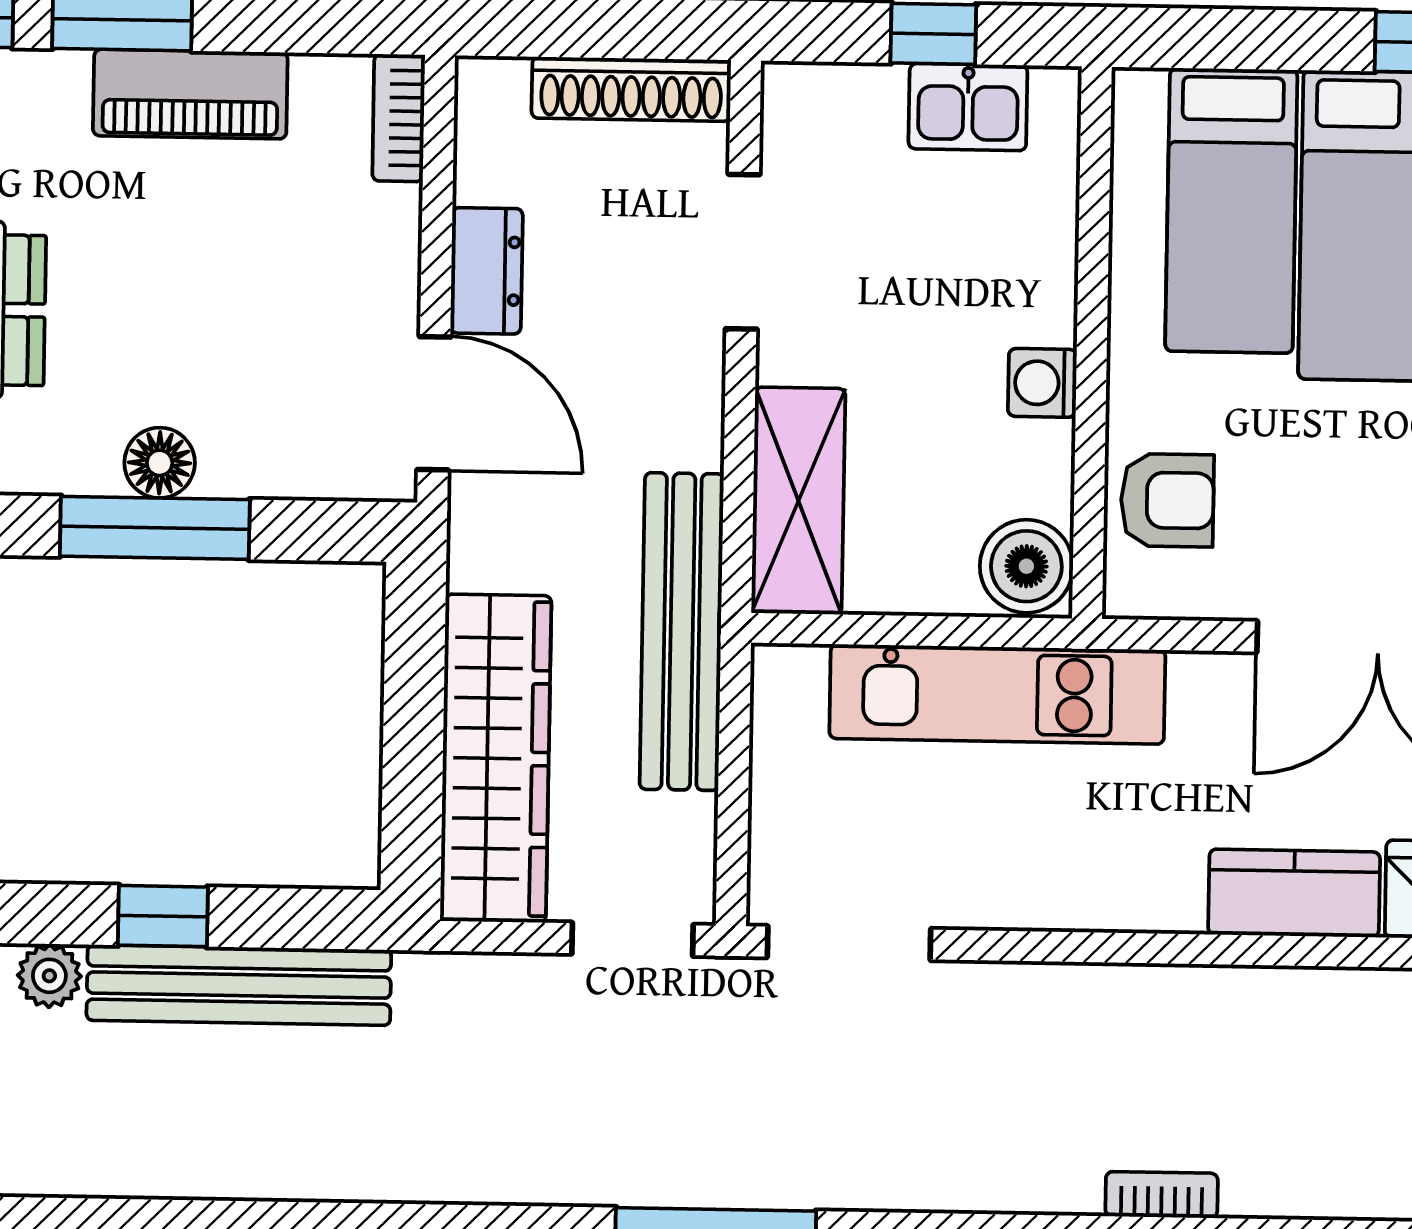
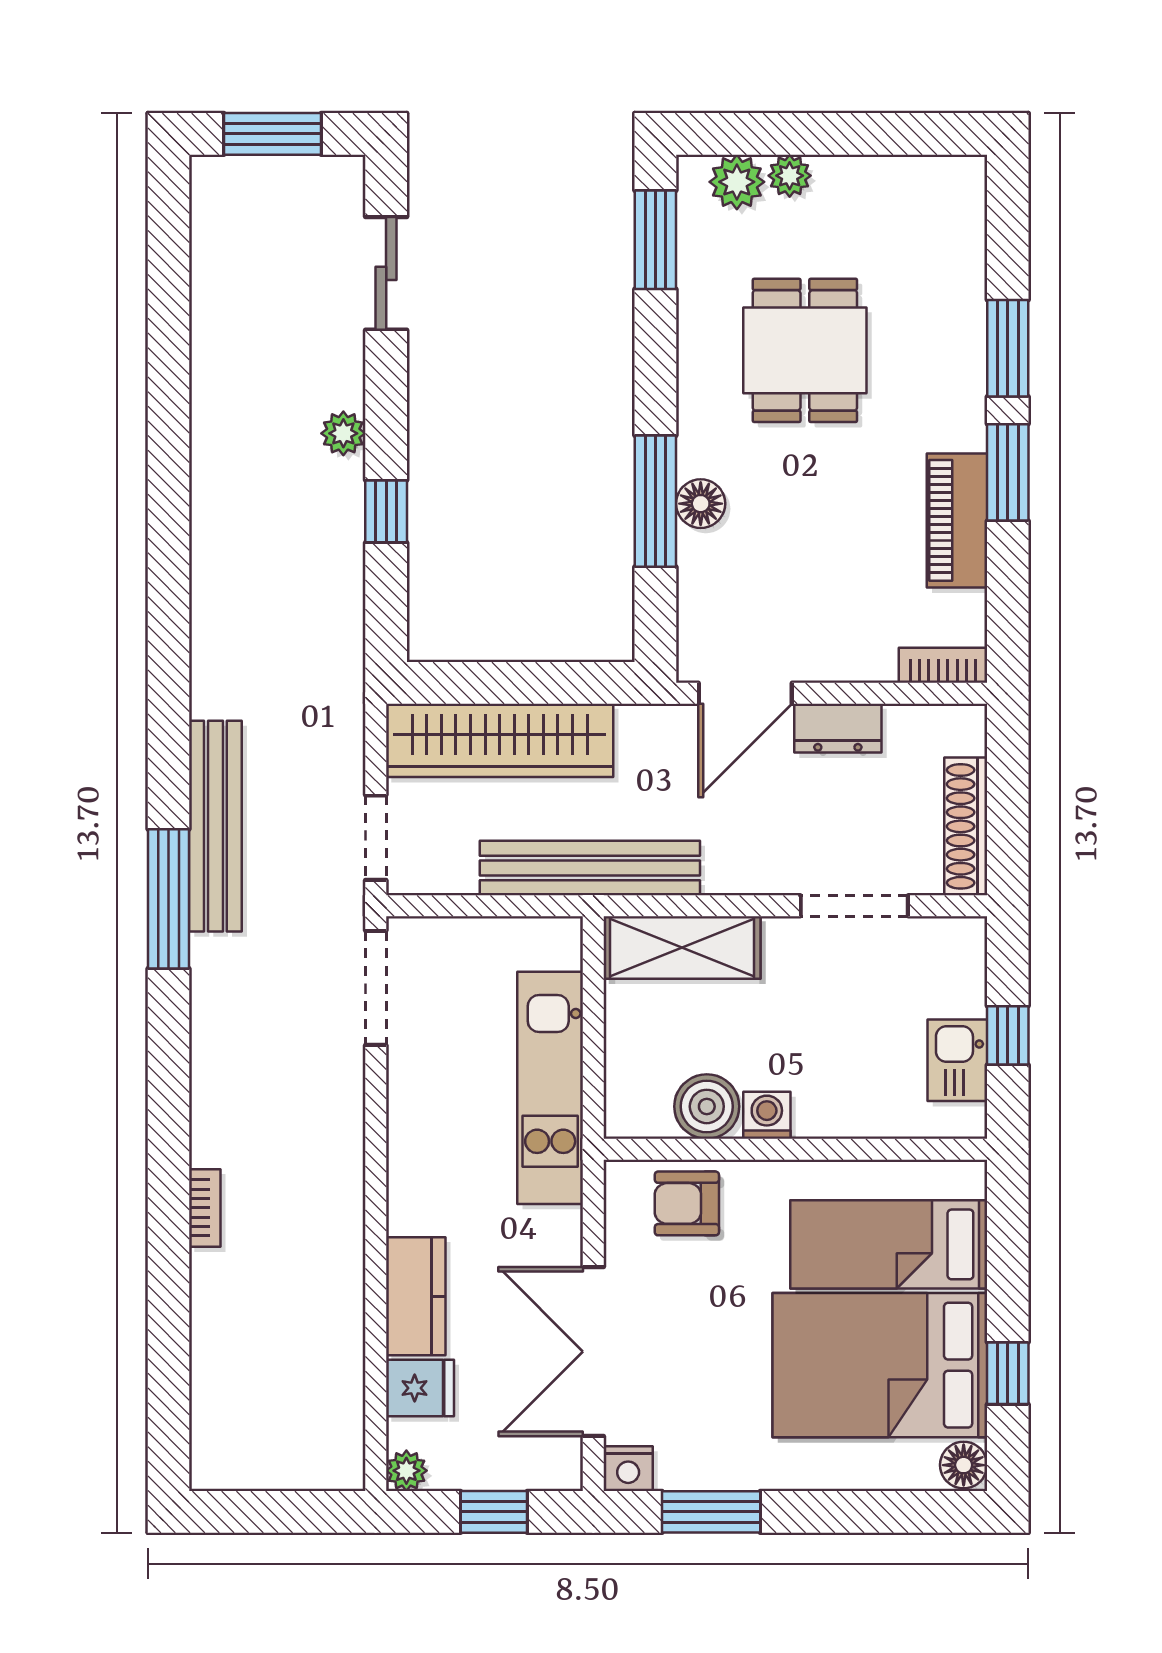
armchair: (1167, 500) -> (687, 1203), turned 90
boiler: (1026, 566) -> (707, 1106), moved
bench: (239, 985) -> (215, 826), moved

